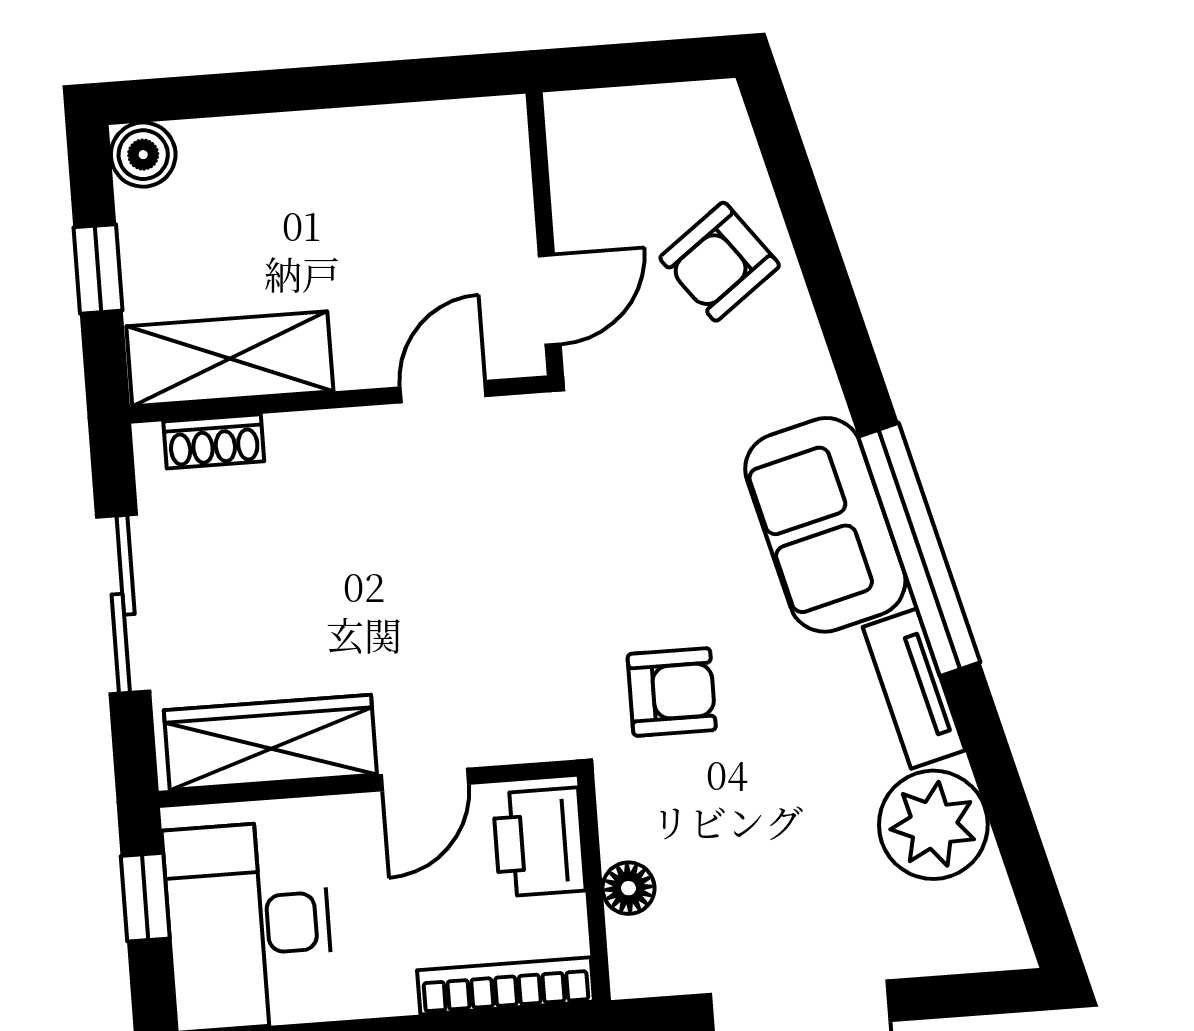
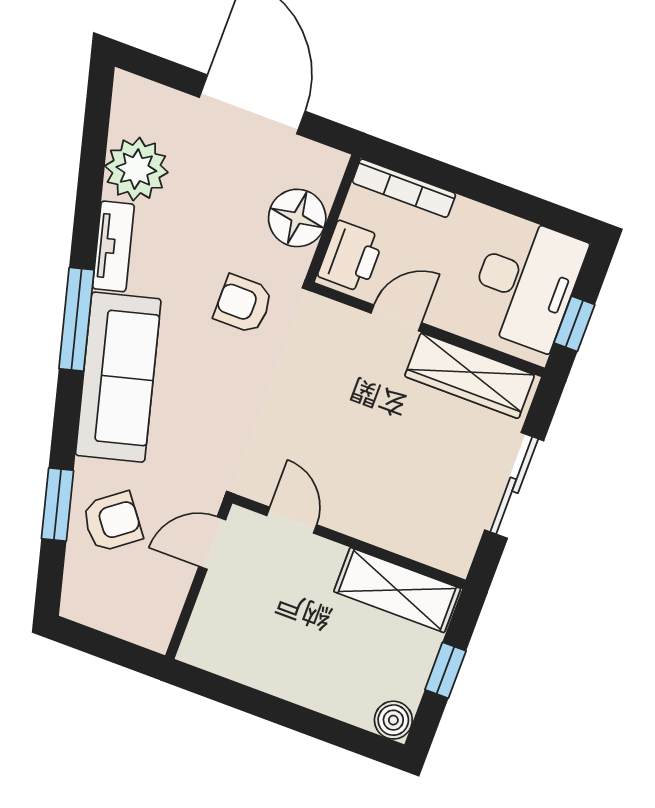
window: (817, 249) -> (57, 505), added
door: (443, 392) -> (292, 520), swing flipped
shoe rack: (214, 441) -> (426, 550), removed
sofa: (825, 525) -> (118, 377), width x1.36
window: (919, 550) -> (76, 319), width x0.68
floor lamp: (628, 888) -> (297, 218), width x1.89, depth x1.89

